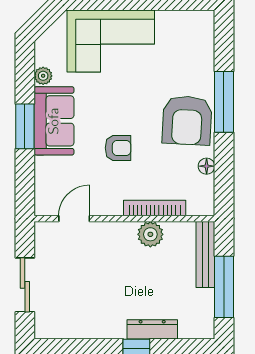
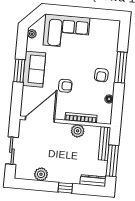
plant: (43, 76) -> (32, 34), moved
armchair: (187, 120) -> (101, 75), width x0.53, depth x0.53
door: (74, 219) -> (40, 119), width x1.88
plant: (86, 326) -> (41, 174), added
dresser: (152, 329) -> (93, 181), moved

